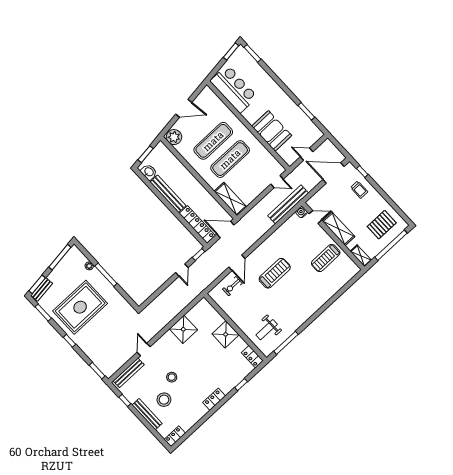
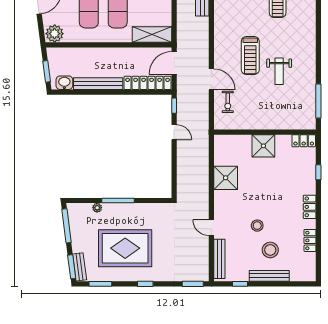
treadmill: (275, 273) -> (250, 56), turned 180
rug: (80, 307) -> (125, 248), turned 90
weight bench: (267, 330) -> (279, 71), moved
locker: (175, 436) -> (310, 240), moved

